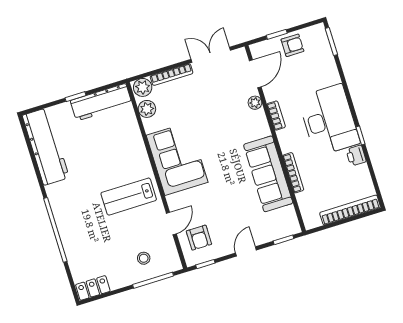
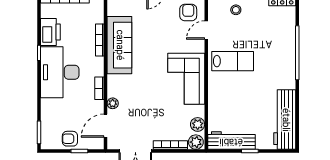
printer: (356, 156) -> (50, 32), width x1.87, depth x1.48

